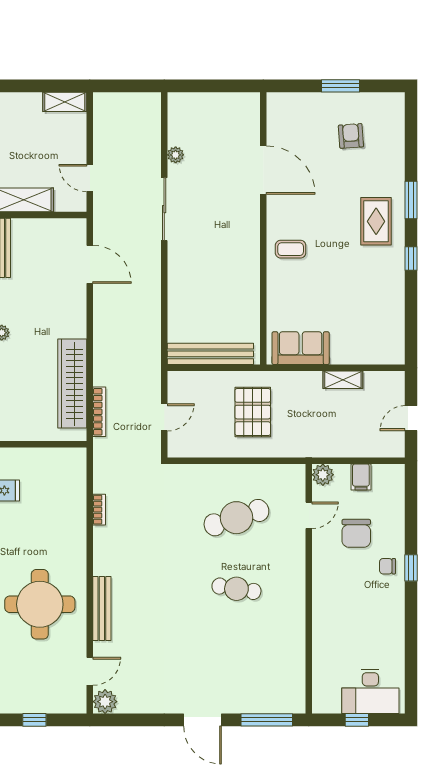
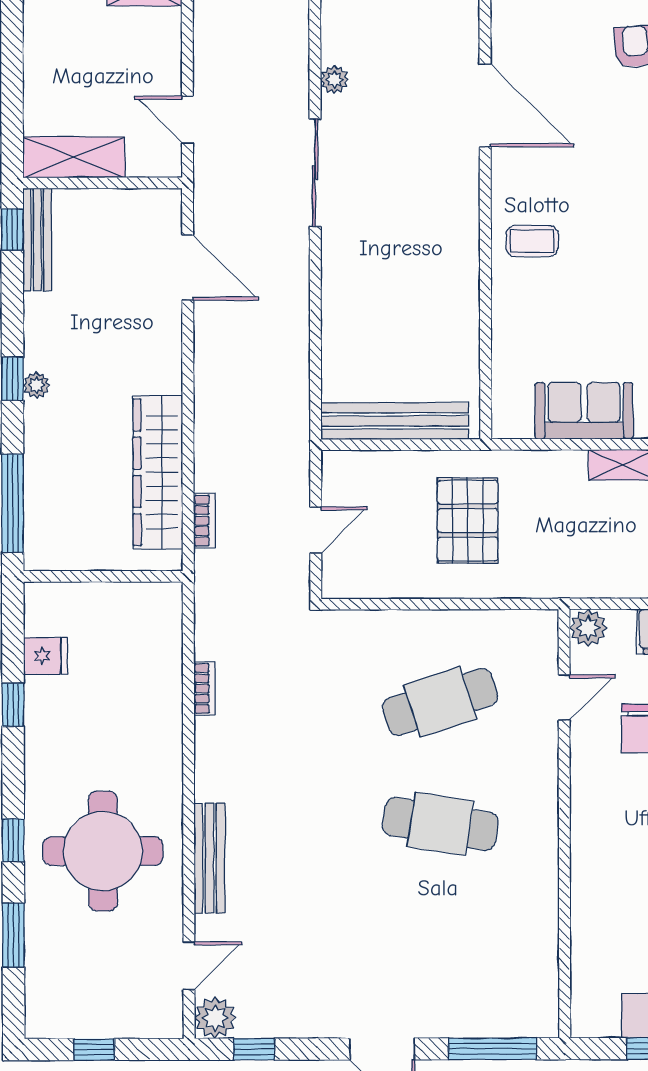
sofa: (301, 348) -> (584, 411), moved
bookcase: (99, 412) -> (204, 521), width x0.64
cafe table: (236, 589) -> (440, 824), width x1.37, depth x1.35
window: (128, 720) -> (254, 1049), added

